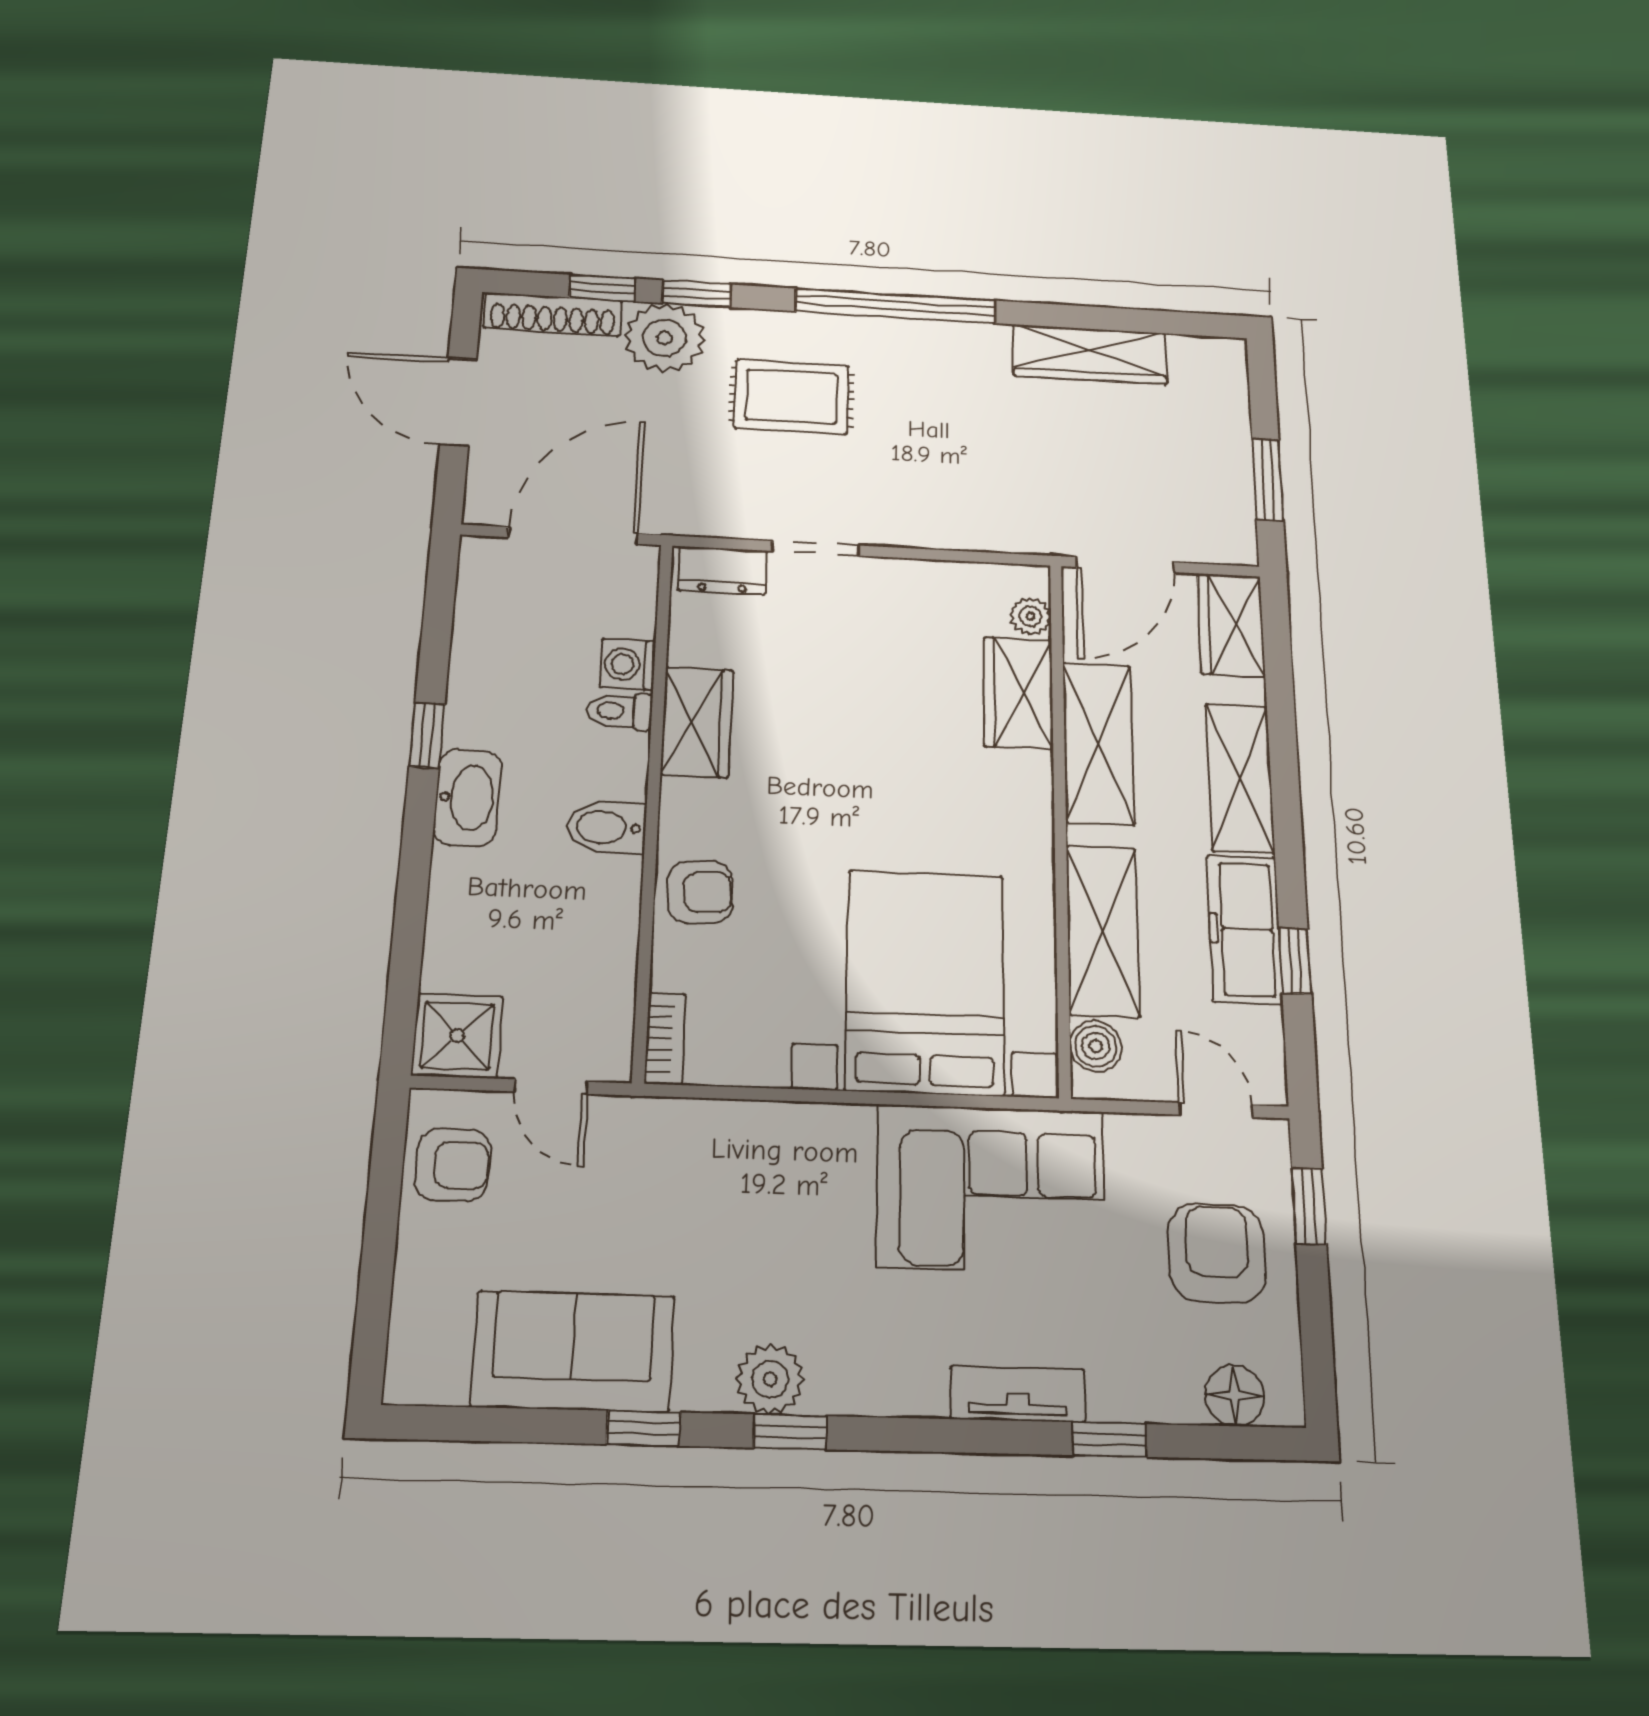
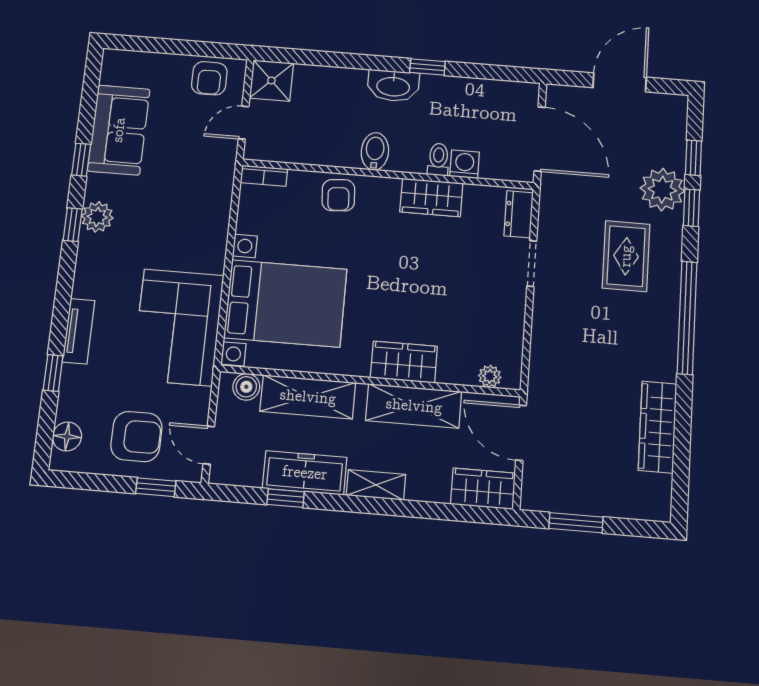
shoe rack: (553, 314) -> (676, 131), removed
wardrobe: (1018, 693) -> (404, 362), moved
shelving: (1240, 778) -> (376, 485), width x0.67, depth x0.75
door: (1216, 1110) -> (209, 445), swing flipped

